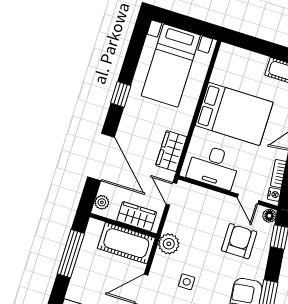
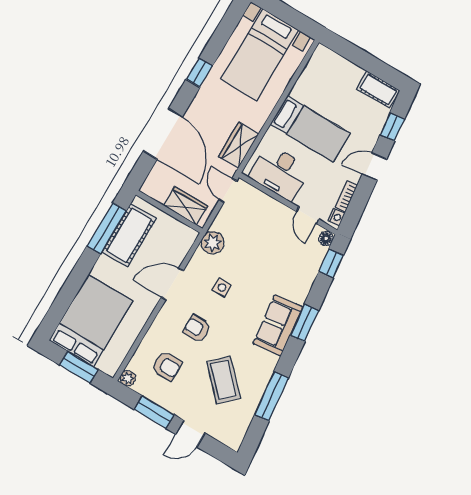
bed: (234, 114) -> (310, 129), width x0.67
plant: (102, 202) -> (152, 182), removed
armchair: (239, 241) -> (288, 258), removed
cot: (126, 243) -> (129, 235), moved, turned 90

